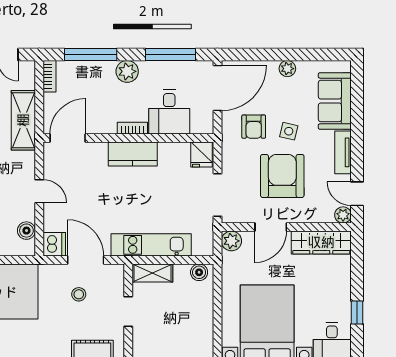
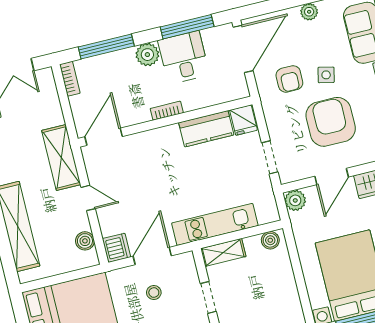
desk: (169, 112) -> (184, 57), moved, turned 180
shelving: (23, 120) -> (61, 157), moved
kitchen counter: (133, 154) -> (206, 129), moved
doorway: (217, 195) -> (270, 157), width x0.73
door: (86, 260) -> (152, 256), hinge flipped

